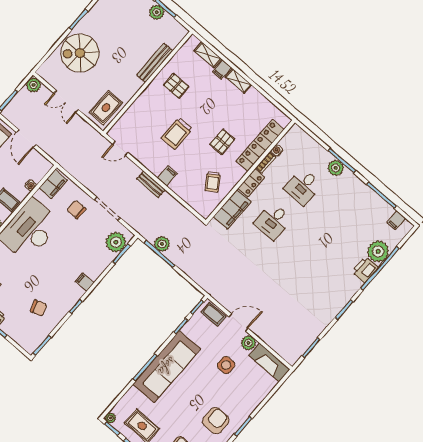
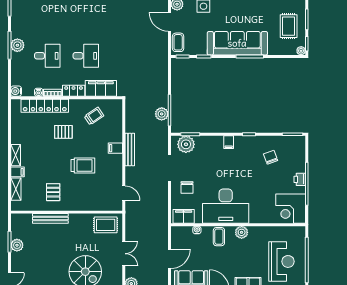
water cooler: (296, 131) -> (16, 91), added
bench: (151, 184) -> (130, 150), width x1.36

